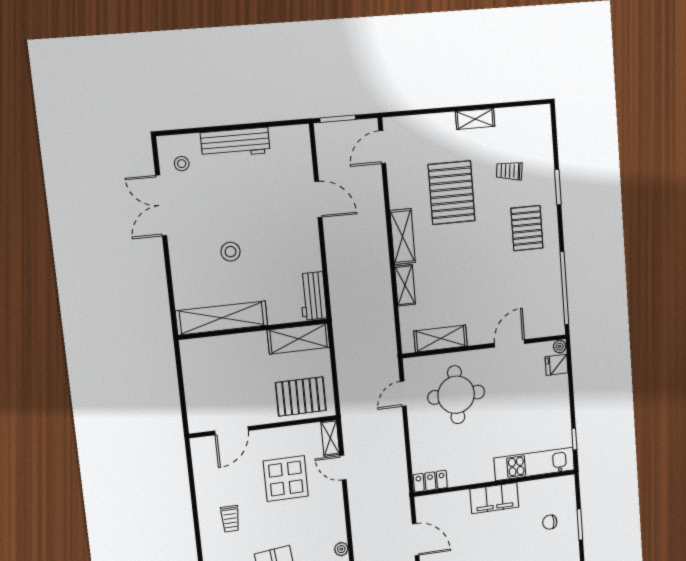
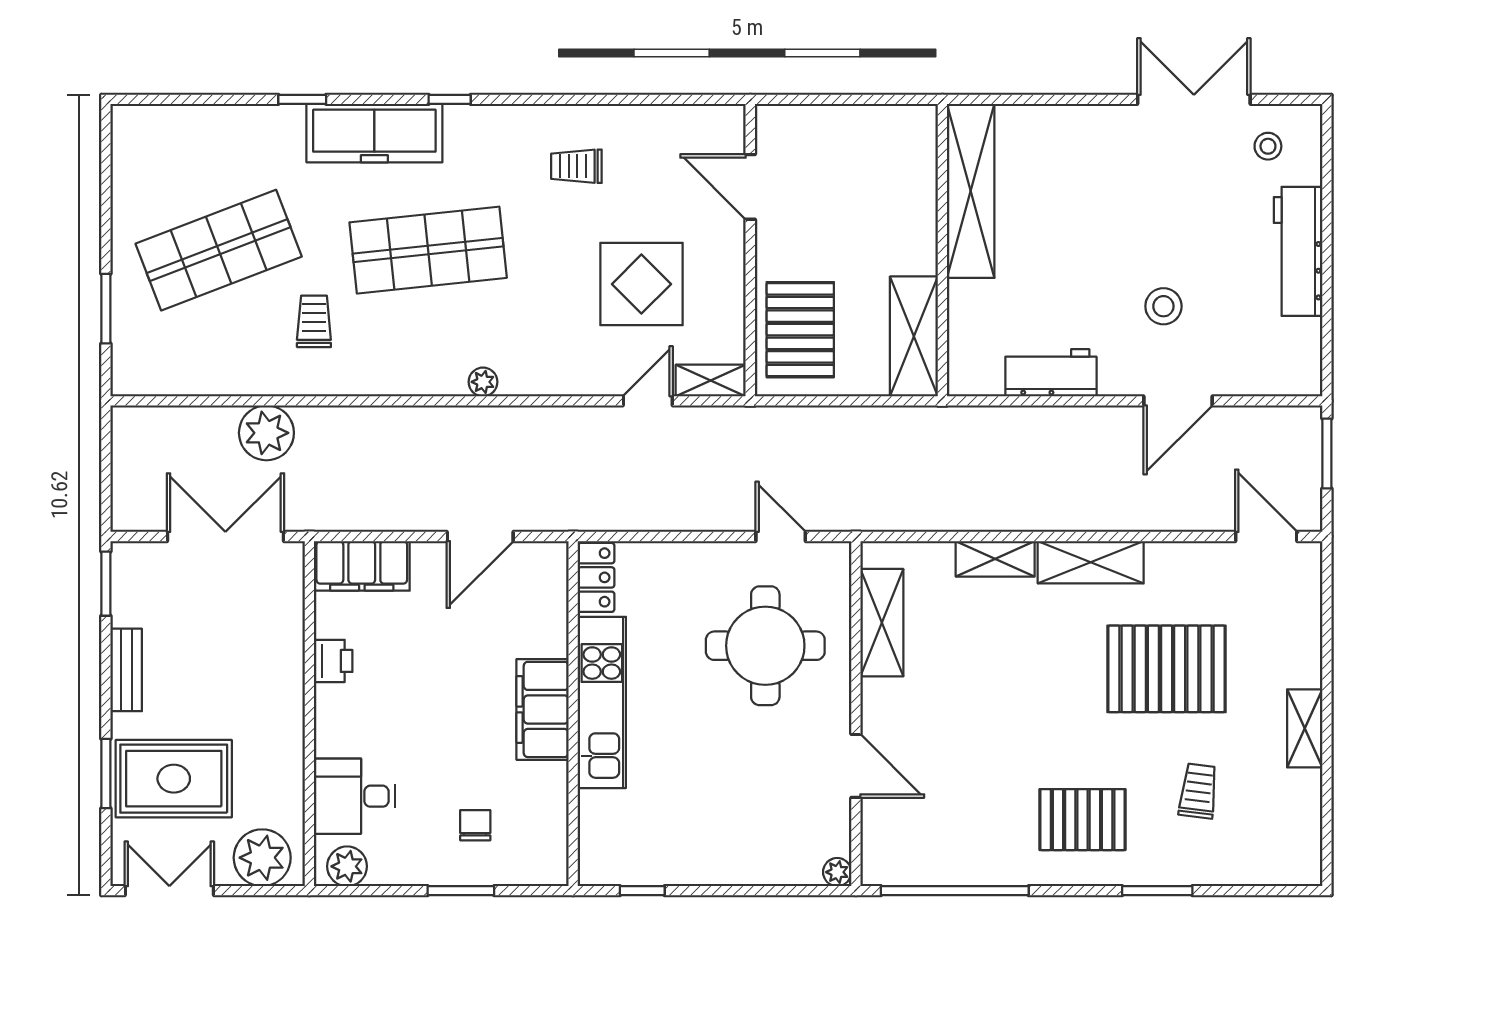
stool: (231, 252) -> (1163, 306), moved
workbench: (313, 296) -> (1051, 373), moved
fridge: (557, 365) -> (801, 863), removed
kitchen unit: (534, 464) -> (602, 702), moved

